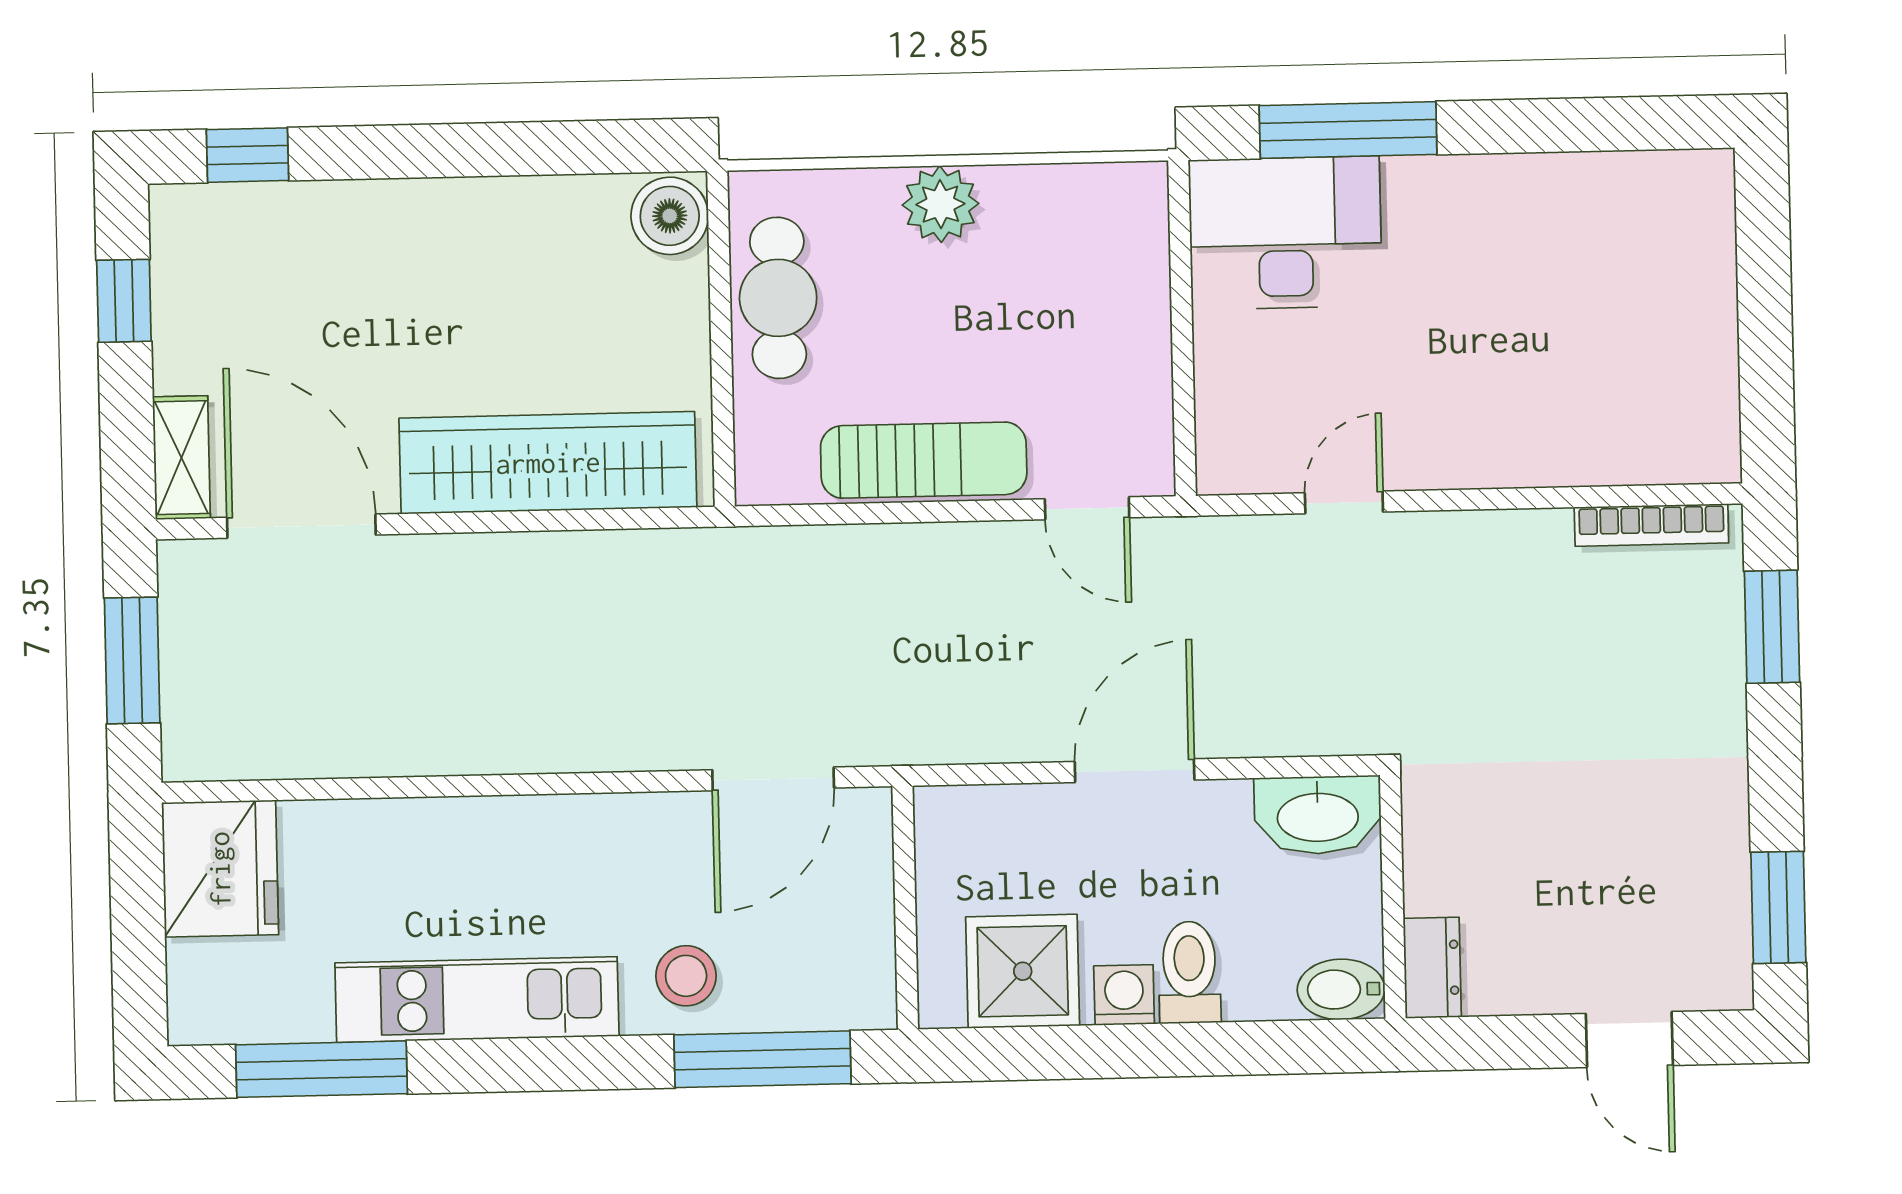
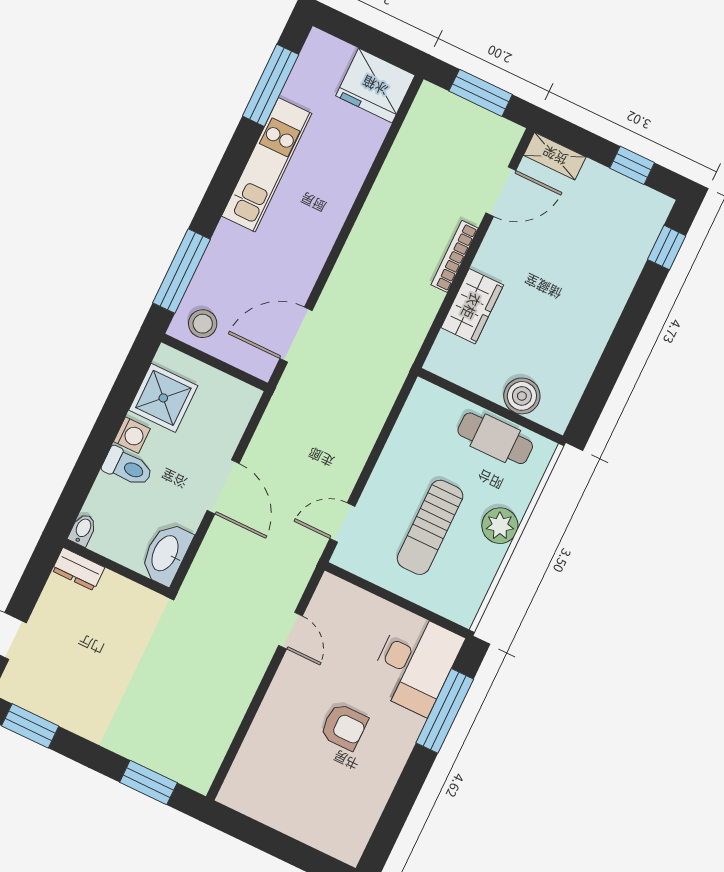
boiler: (670, 216) -> (522, 396), moved
armchair: (1476, 307) -> (344, 727), added
sun lounger: (924, 460) -> (430, 527), moved
wardrobe: (548, 463) -> (472, 306), width x0.48, depth x0.85
bookcase: (1651, 525) -> (455, 256), moved
door: (301, 526) -> (501, 192), width x0.73
door: (773, 779) -> (296, 335), hinge flipped
stool: (686, 976) -> (203, 324), moved
bidet: (1341, 989) -> (83, 530), width x0.72, depth x0.74

